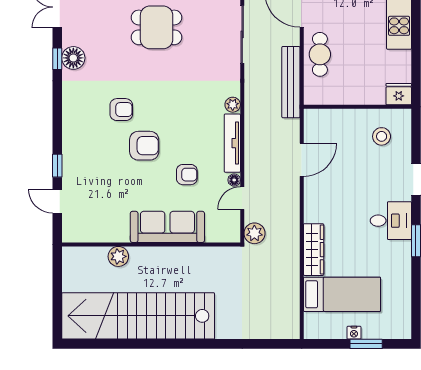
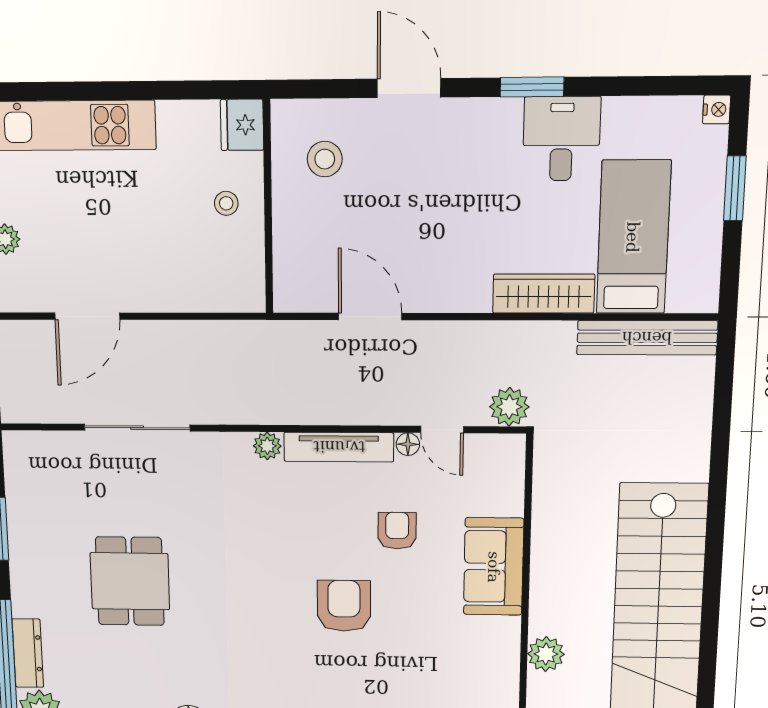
cafe table: (320, 54) -> (169, 281), removed
bench: (291, 82) -> (647, 338), moved
stool: (360, 85) -> (226, 203), added
armchair: (121, 110) -> (279, 645), removed
desk: (391, 221) -> (561, 139), moved
sofa: (167, 227) -> (494, 567), width x0.73
nightstand: (354, 333) -> (717, 109), moved

